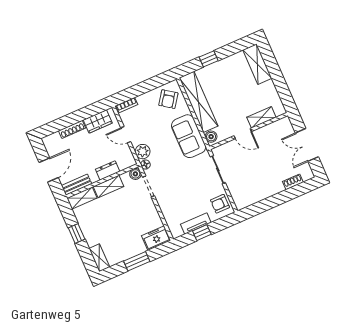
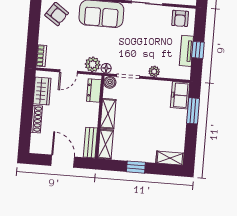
dresser: (108, 170) -> (94, 90), moved
plant: (164, 206) -> (154, 71), added
window: (137, 261) -> (193, 111), moved

